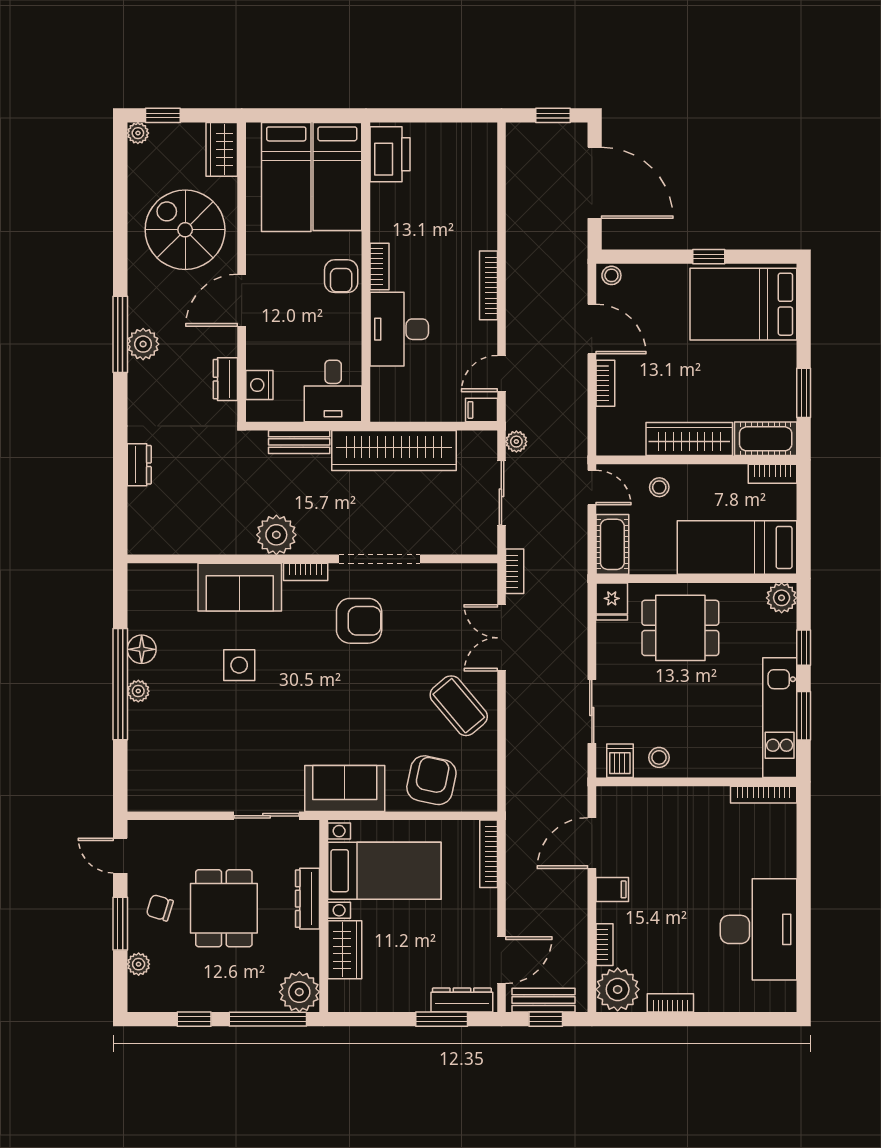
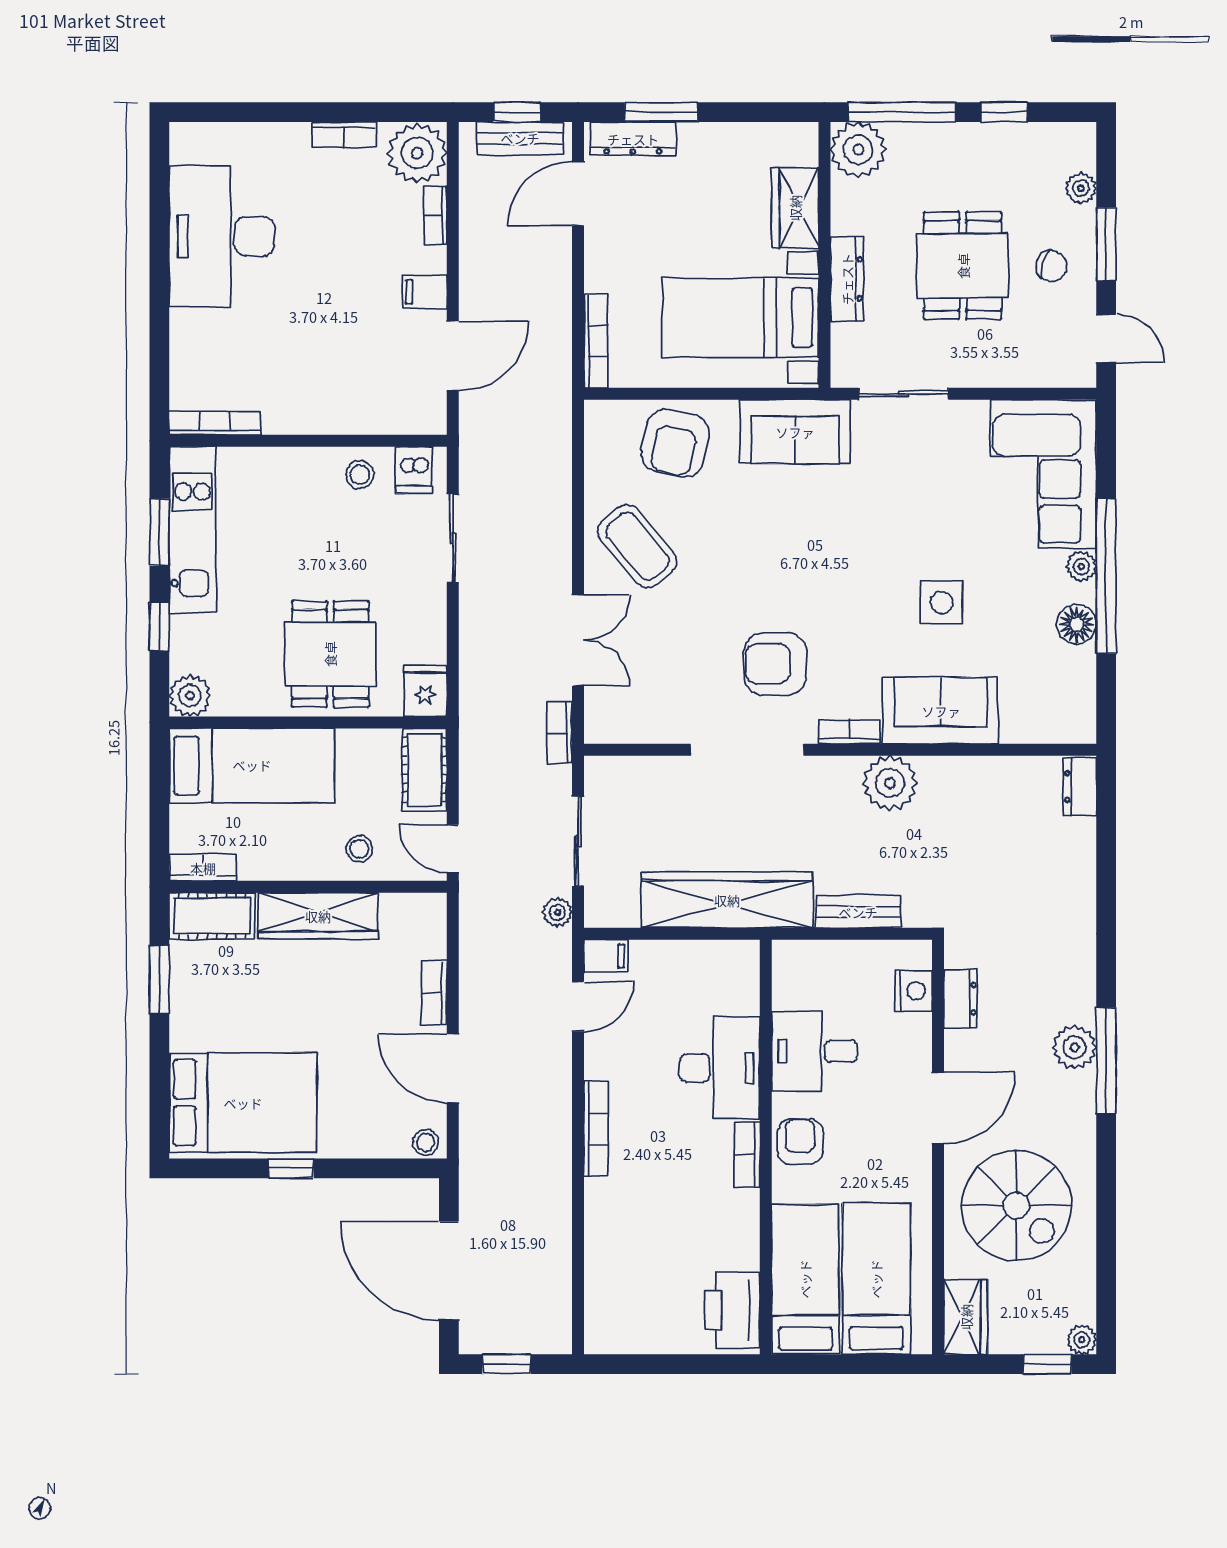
desk: (333, 391) -> (814, 1051), moved, turned -90
dresser: (139, 465) -> (1080, 787), moved
dining table: (680, 628) -> (330, 654), turned 90
corner sofa: (166, 758) -> (1043, 474), added

